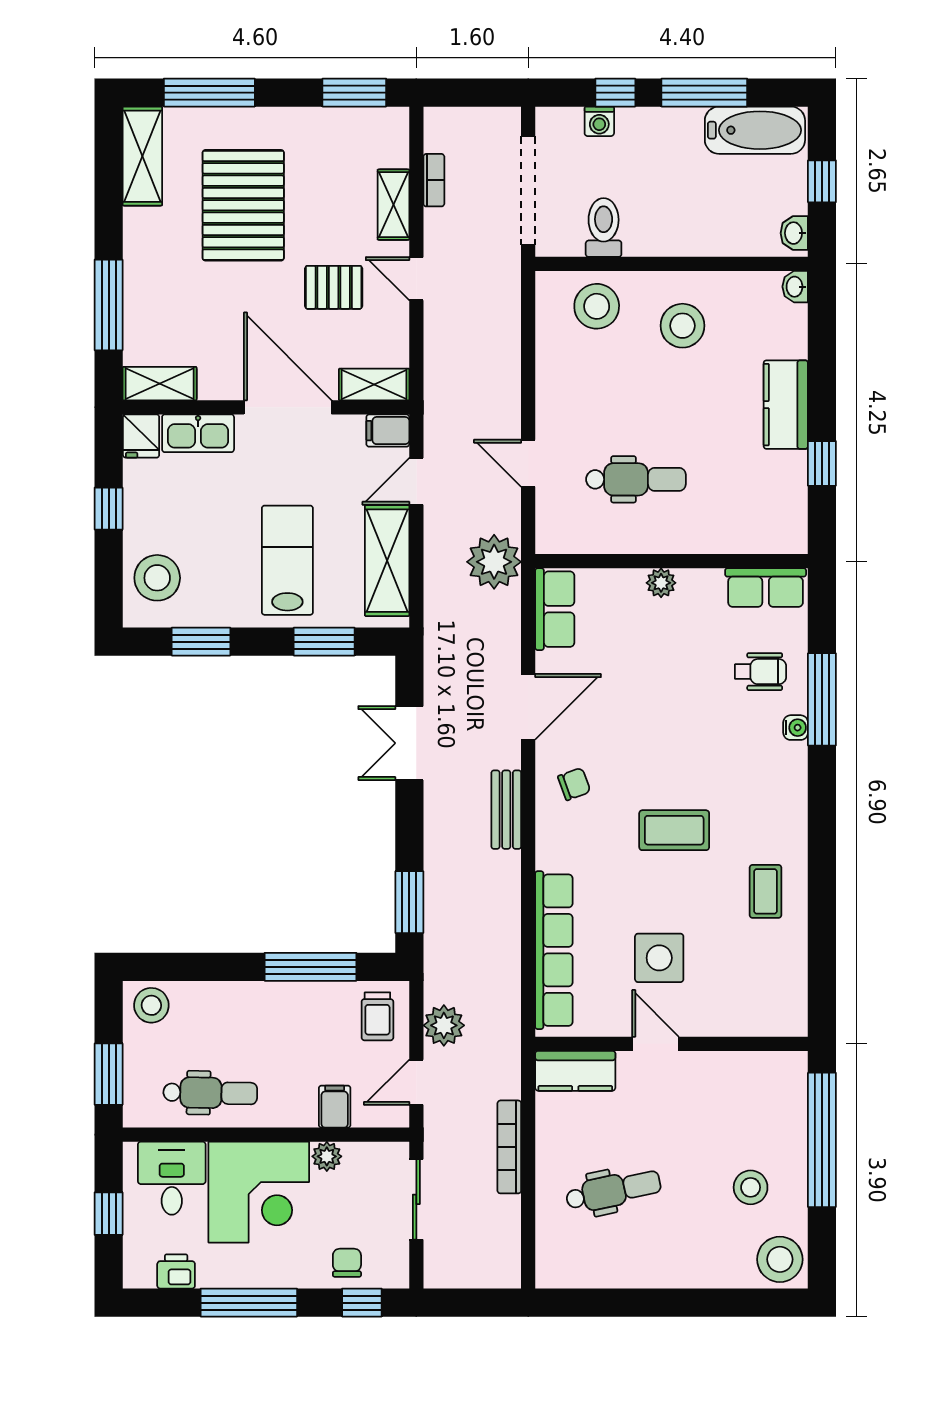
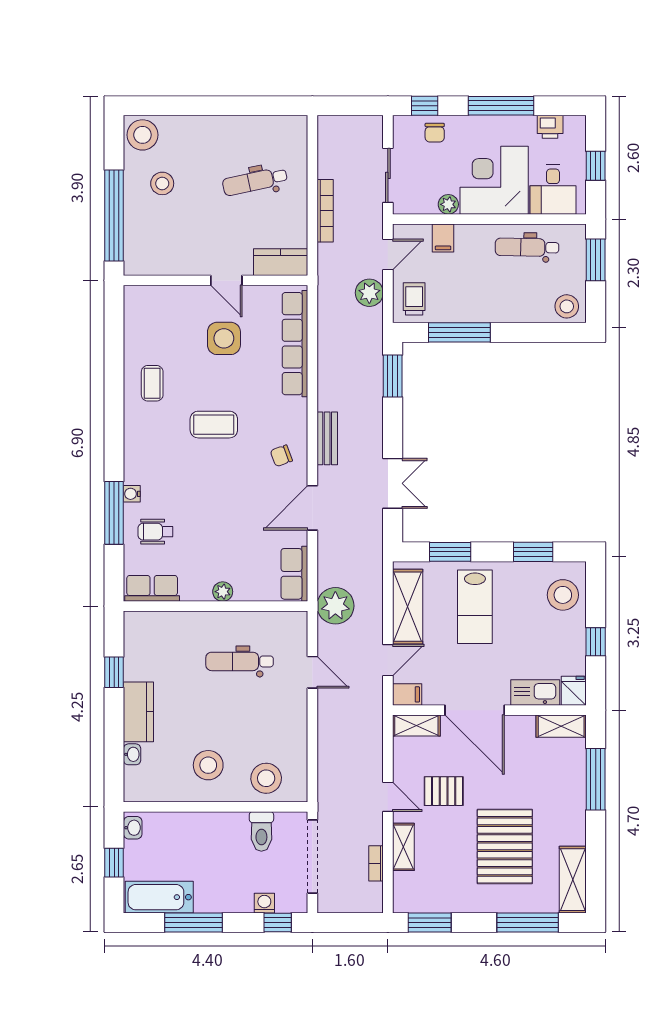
window: (615, 93) -> (278, 923), moved
washbasin: (795, 287) -> (132, 754), moved

